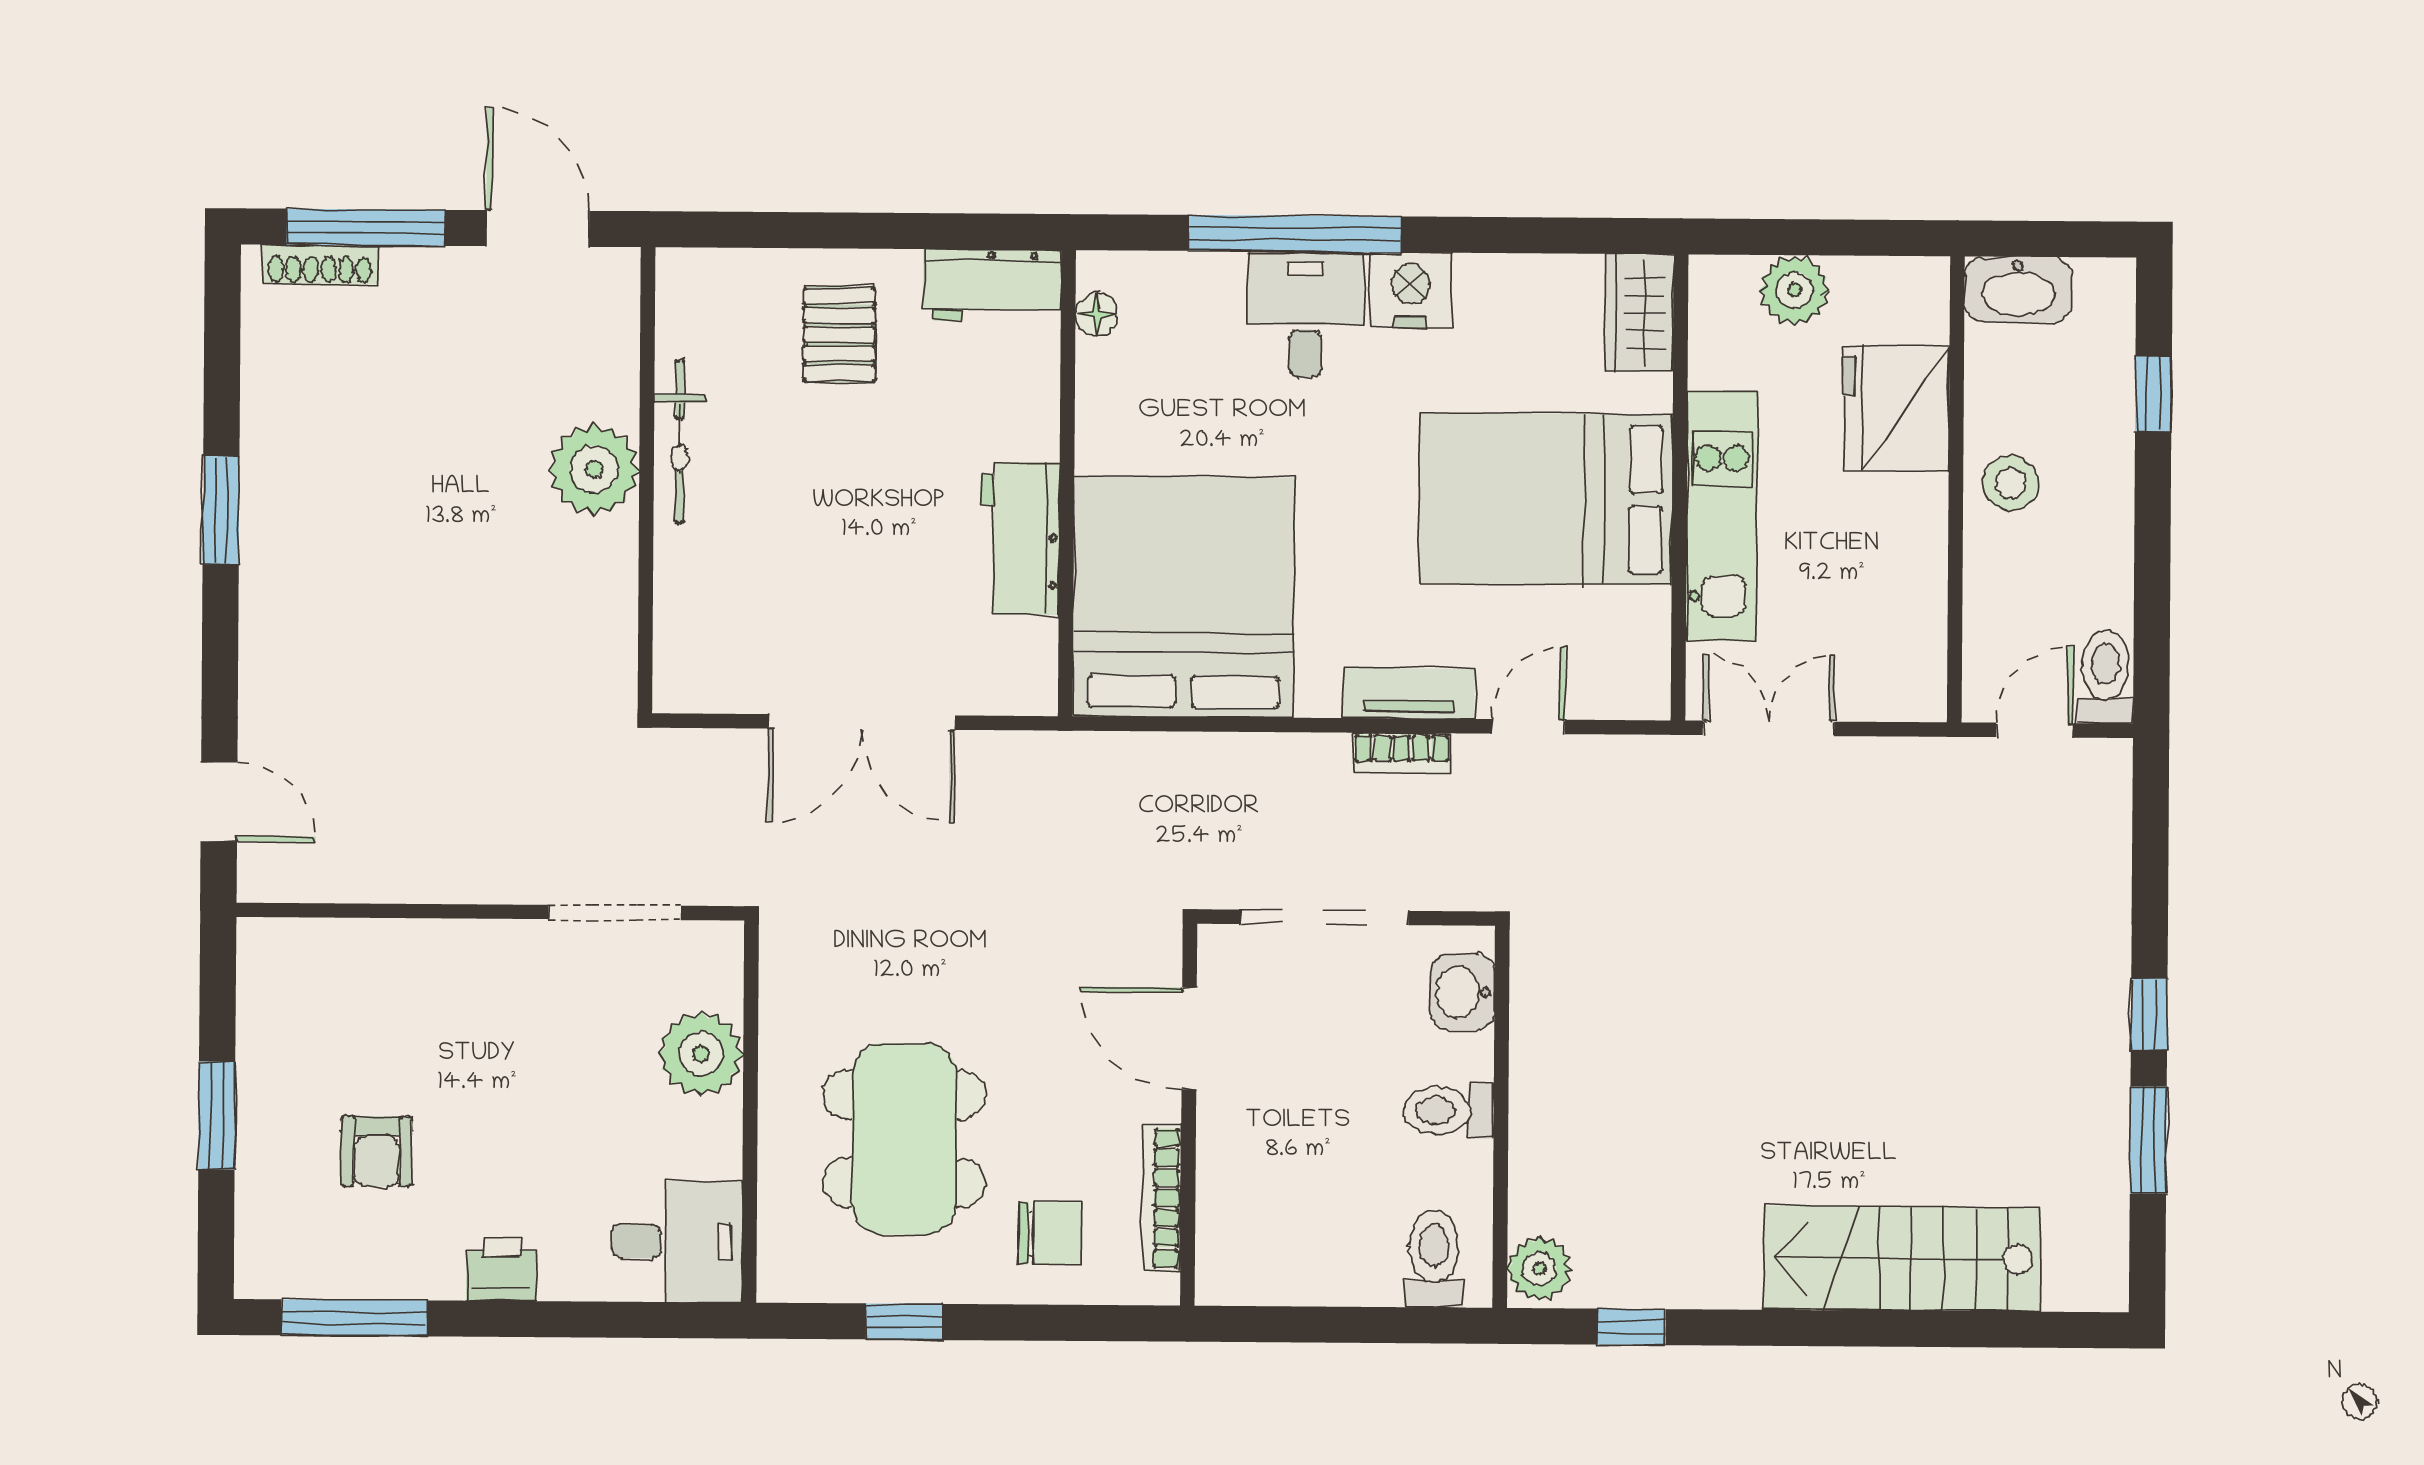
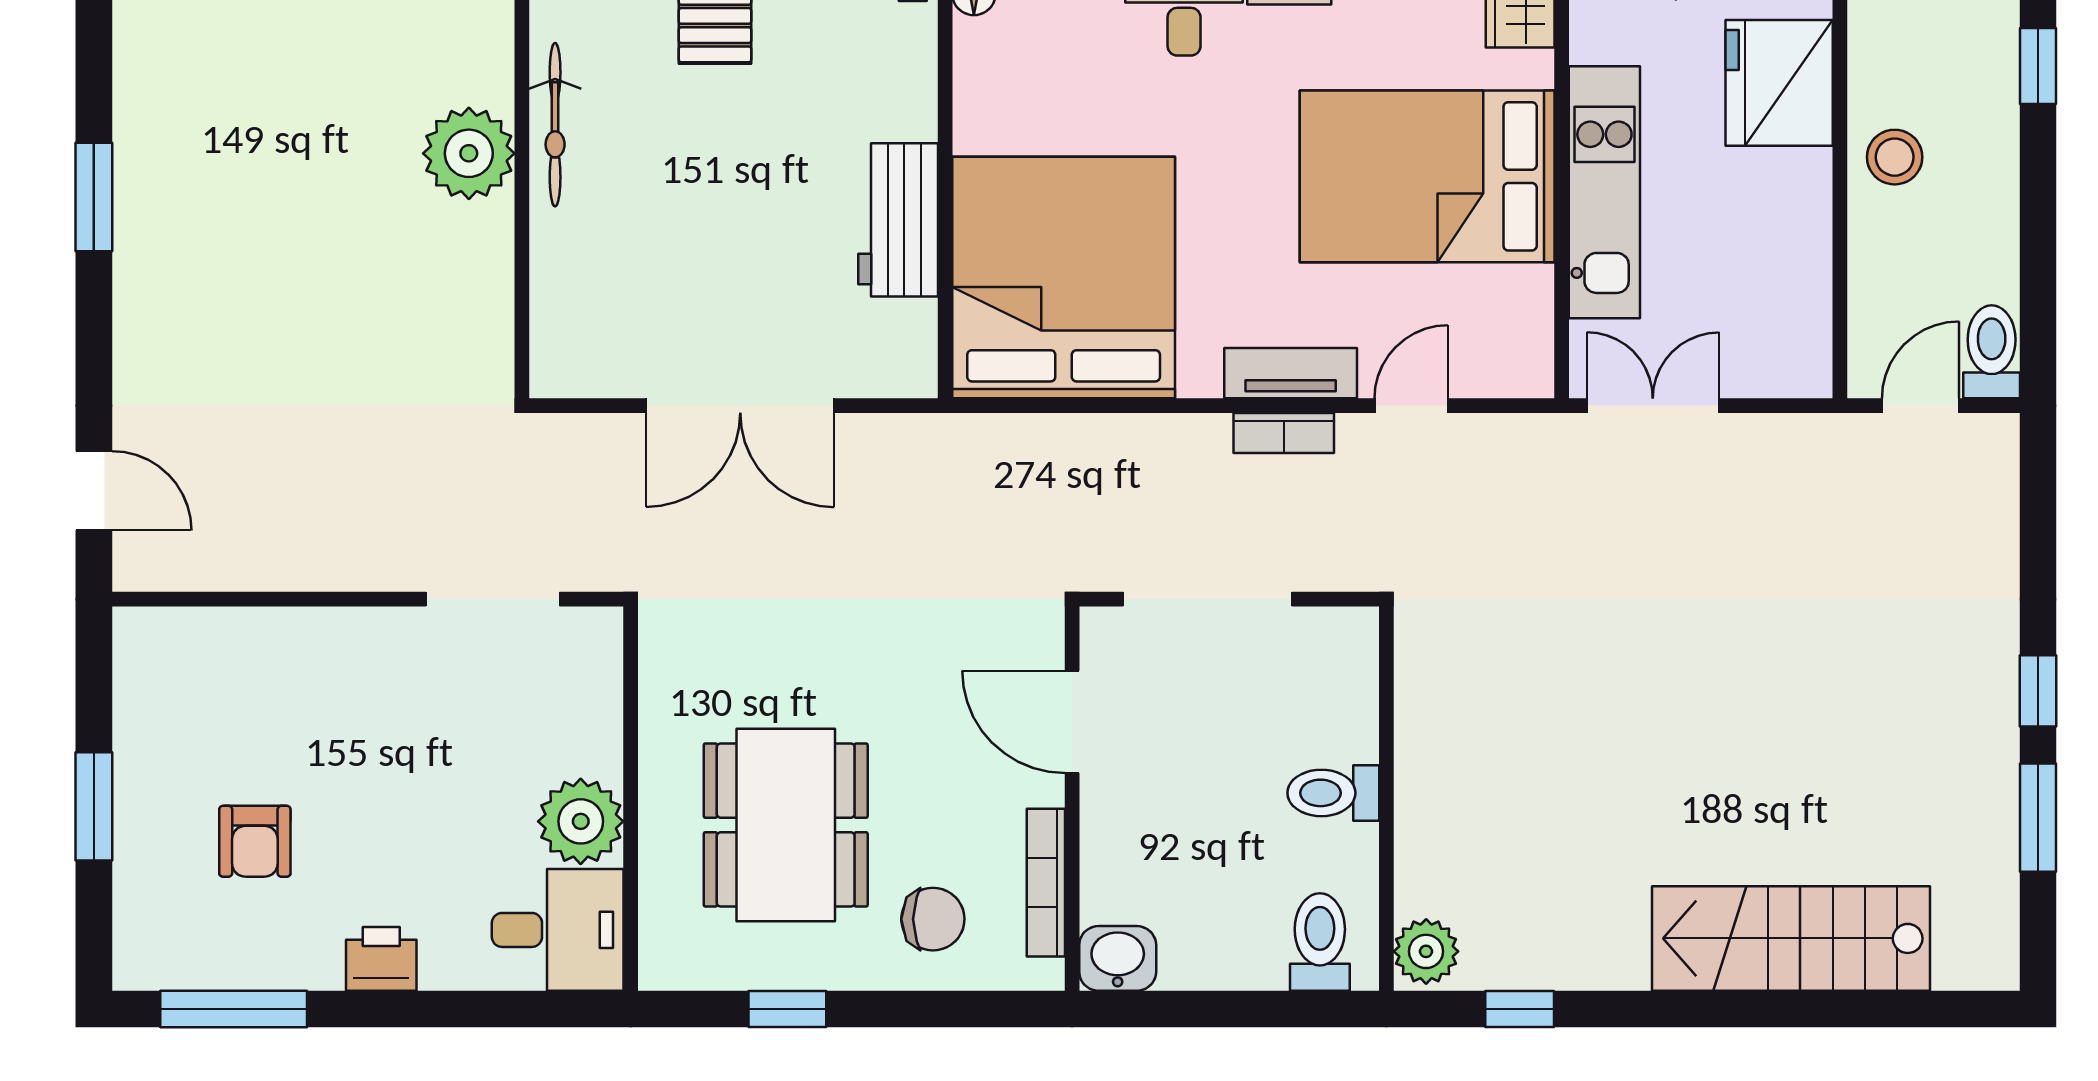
washbasin: (1462, 992) -> (1118, 958), moved, turned 90
plant: (701, 1054) -> (581, 821), moved

